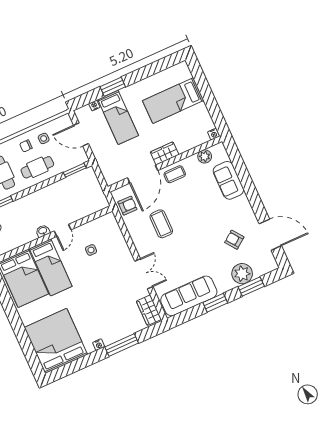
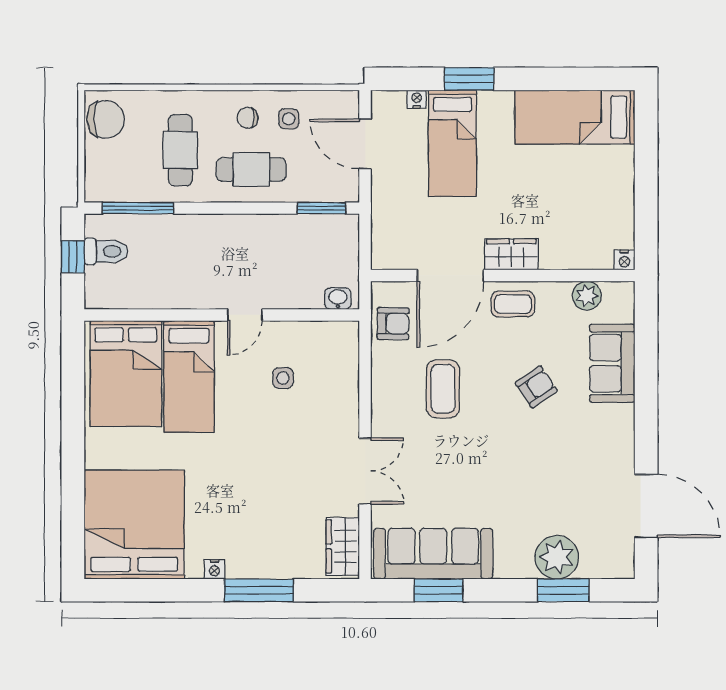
bed: (173, 101) -> (575, 117), moved
washbasin: (43, 231) -> (338, 298), moved
armchair: (234, 240) -> (536, 387), moved, turned 93
window: (215, 303) -> (439, 590), moved

